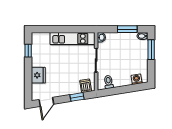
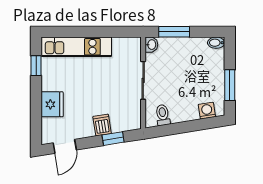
window: (127, 29) -> (174, 32), moved
kitchen unit: (73, 39) -> (76, 47), moved
window: (151, 50) -> (230, 85), moved
dishwasher: (86, 86) -> (102, 125), moved

